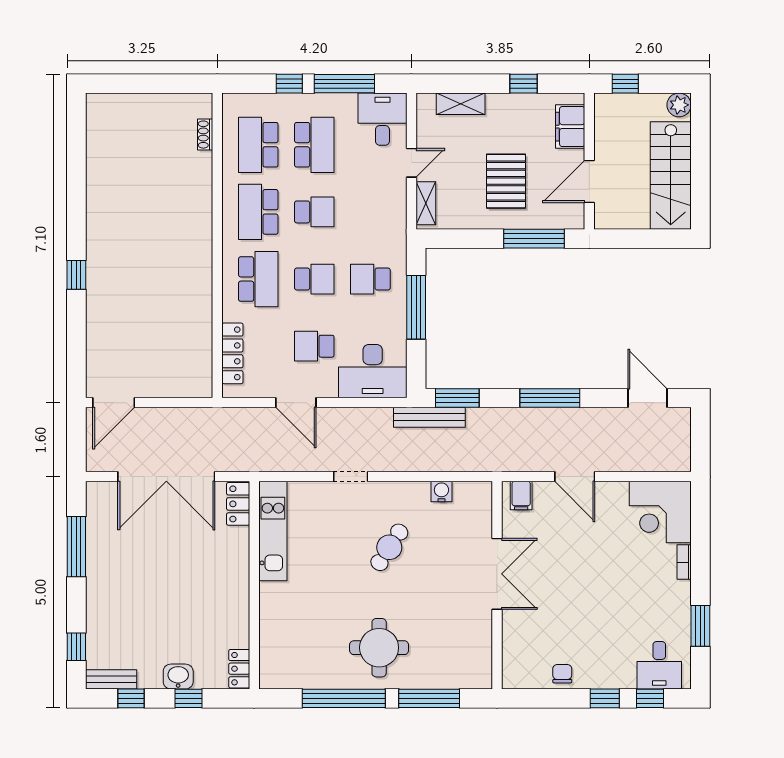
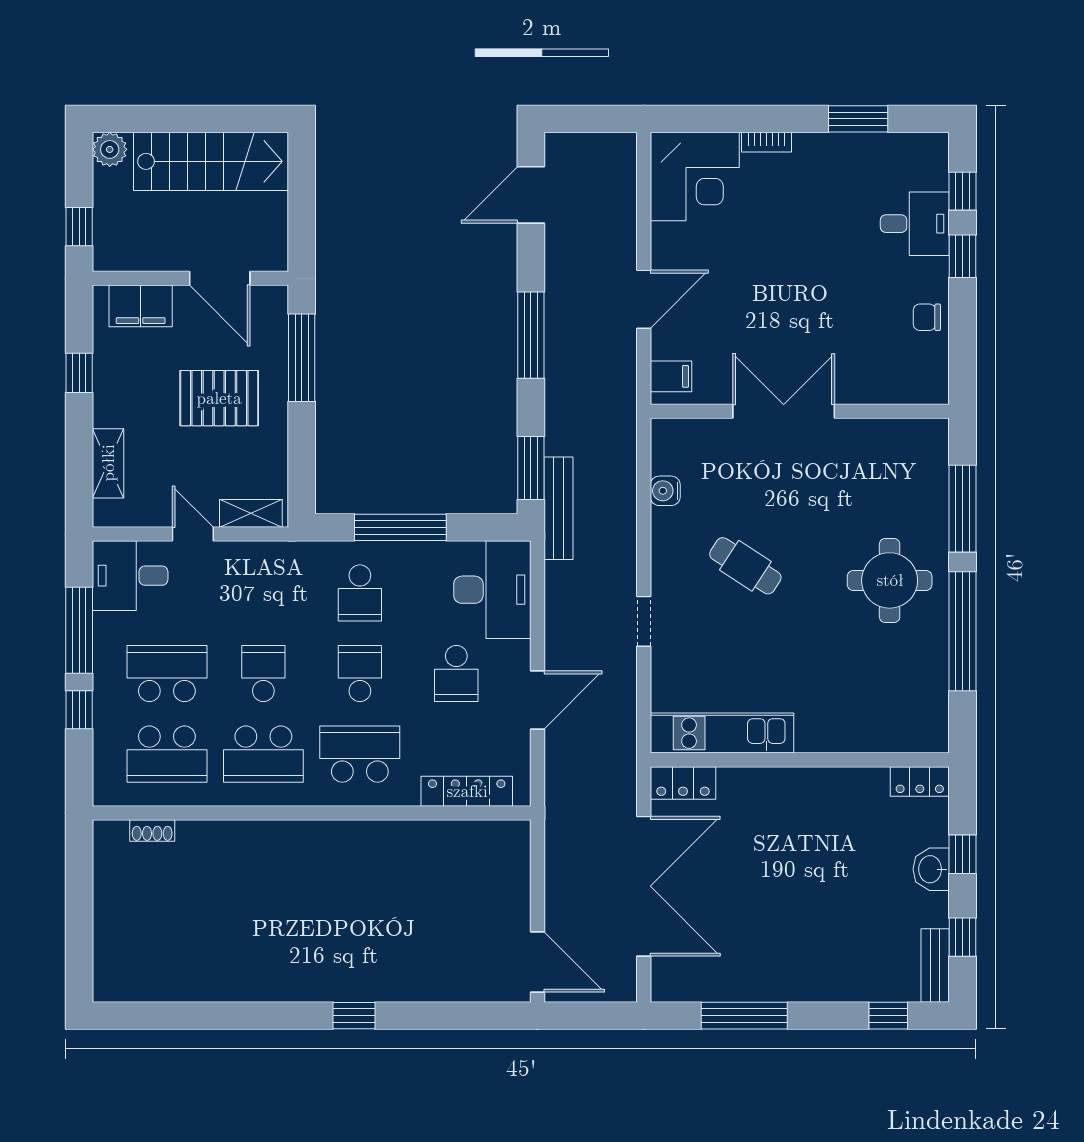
desk: (659, 665) -> (915, 224), moved

